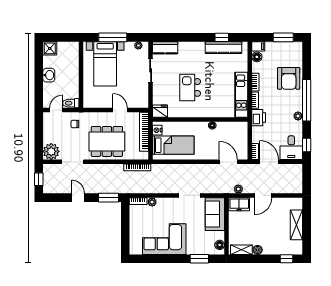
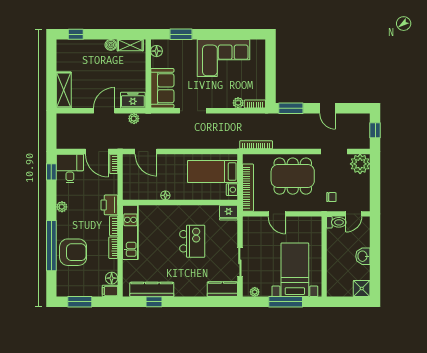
armchair: (289, 78) -> (73, 252), turned 90
window: (307, 100) -> (51, 246), moved
shelving: (296, 225) -> (64, 90), moved

